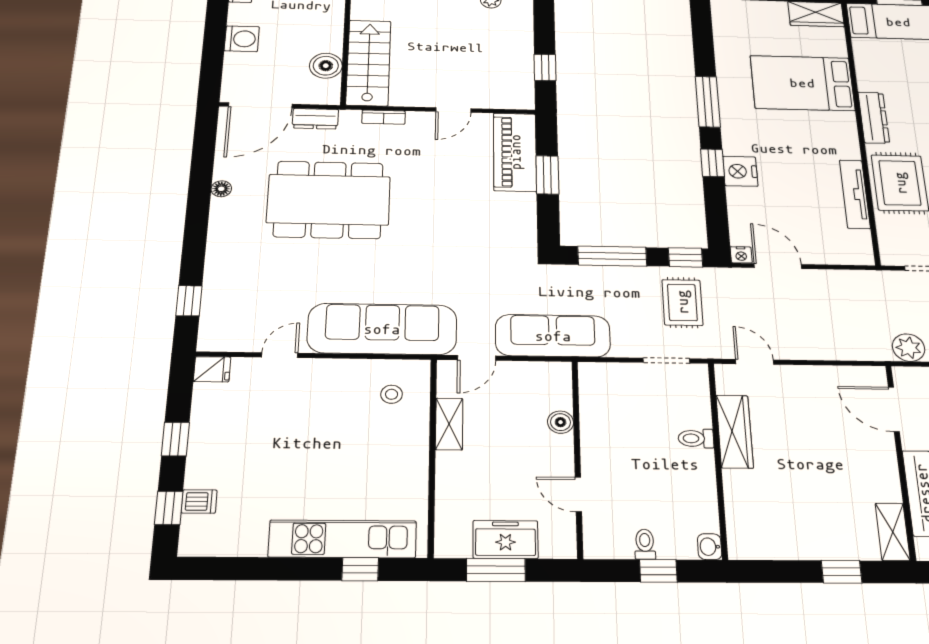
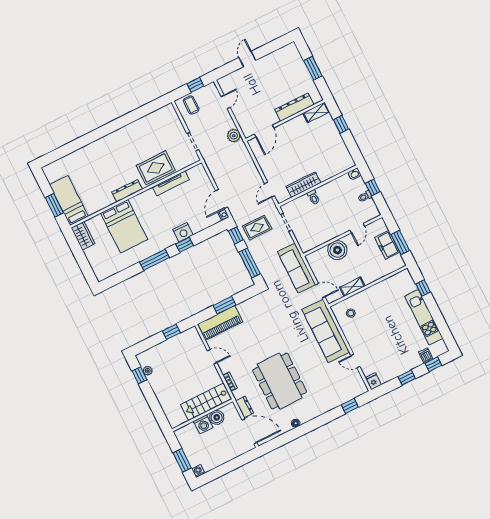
washing machine: (242, 39) -> (203, 424), moved, turned 180
boiler: (561, 422) -> (337, 250), width x1.86, depth x1.86
kitchen unit: (343, 539) -> (424, 317), moved

